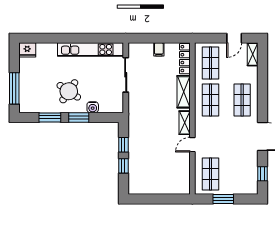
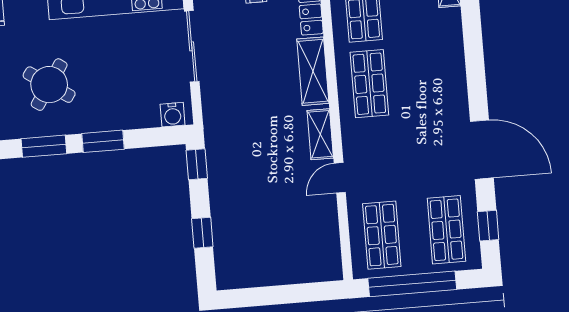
round table: (69, 91) -> (49, 85), moved
shop shelf: (242, 100) -> (446, 230), moved
water cooler: (93, 107) -> (173, 115), moved
window: (123, 145) -> (197, 164), moved
window: (223, 199) -> (412, 284), width x2.11

